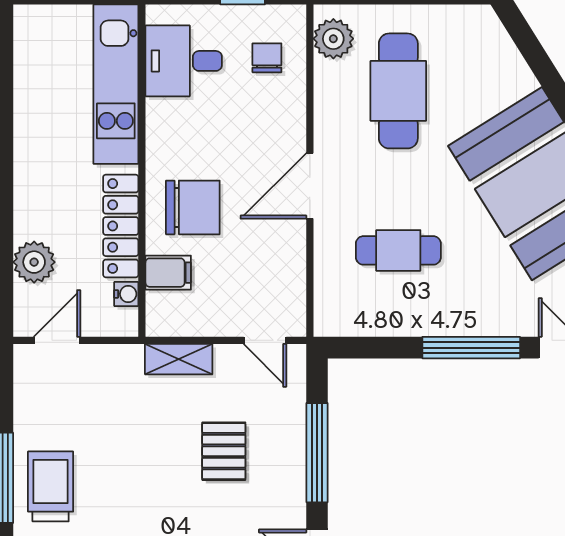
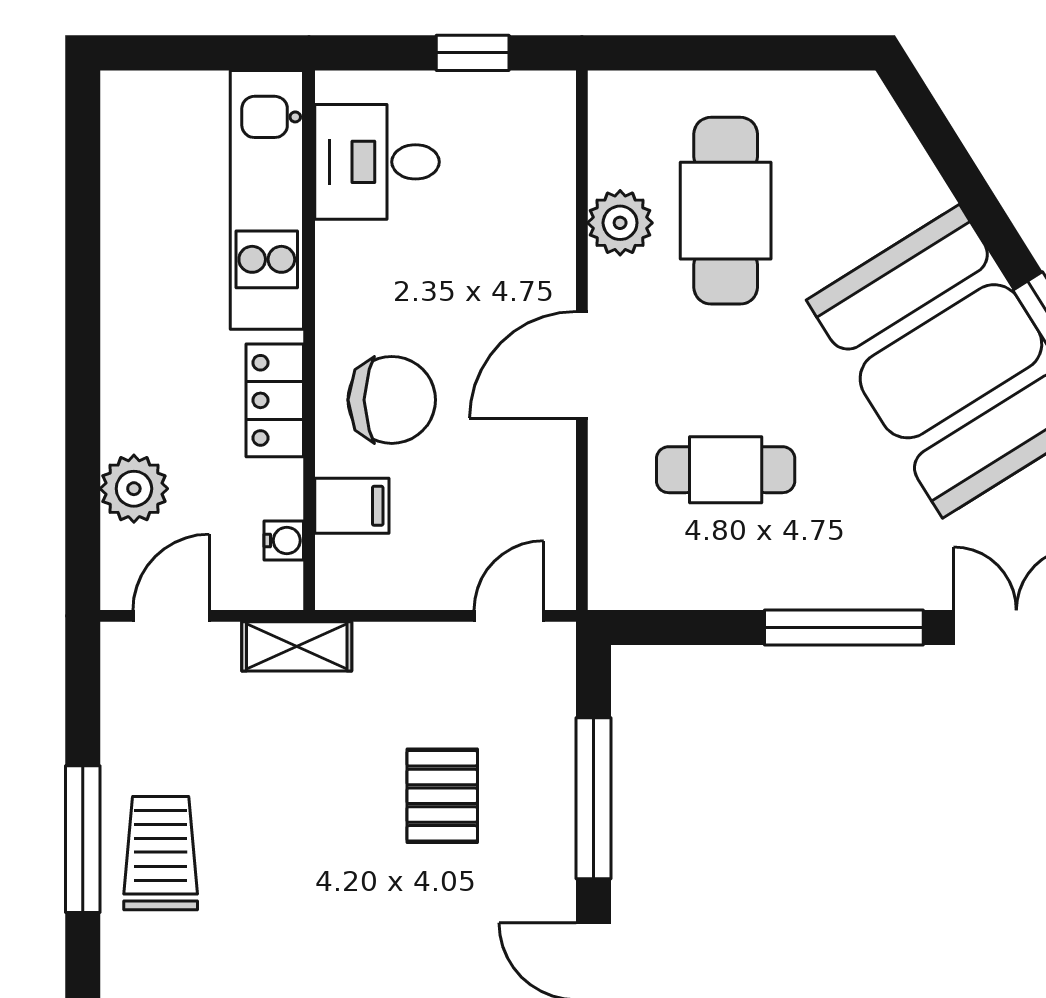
plant: (333, 39) -> (620, 223), moved
chair: (267, 58) -> (512, 157), removed
locker: (121, 226) -> (275, 400), width x0.66
door: (265, 340) -> (509, 616), swing flipped
shelving: (179, 359) -> (297, 646), moved

